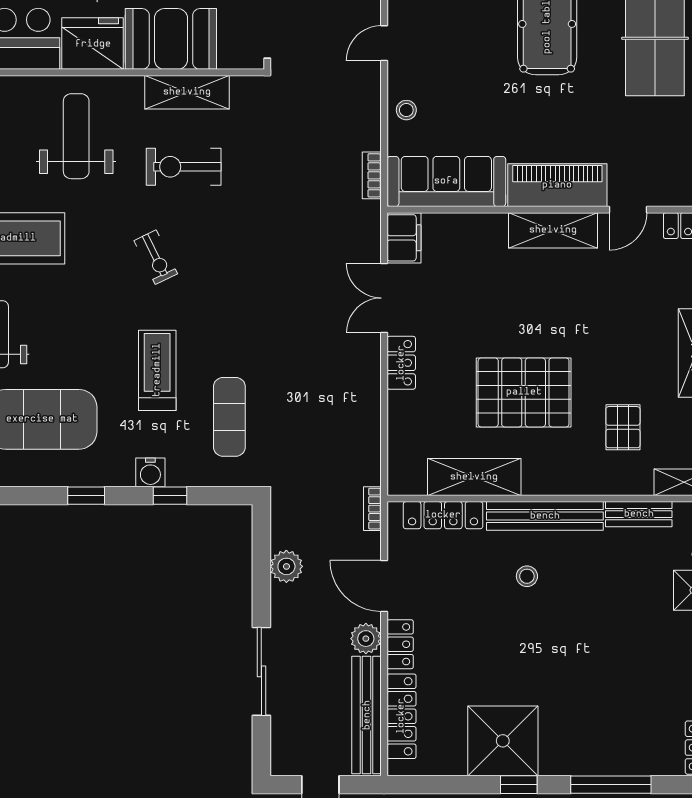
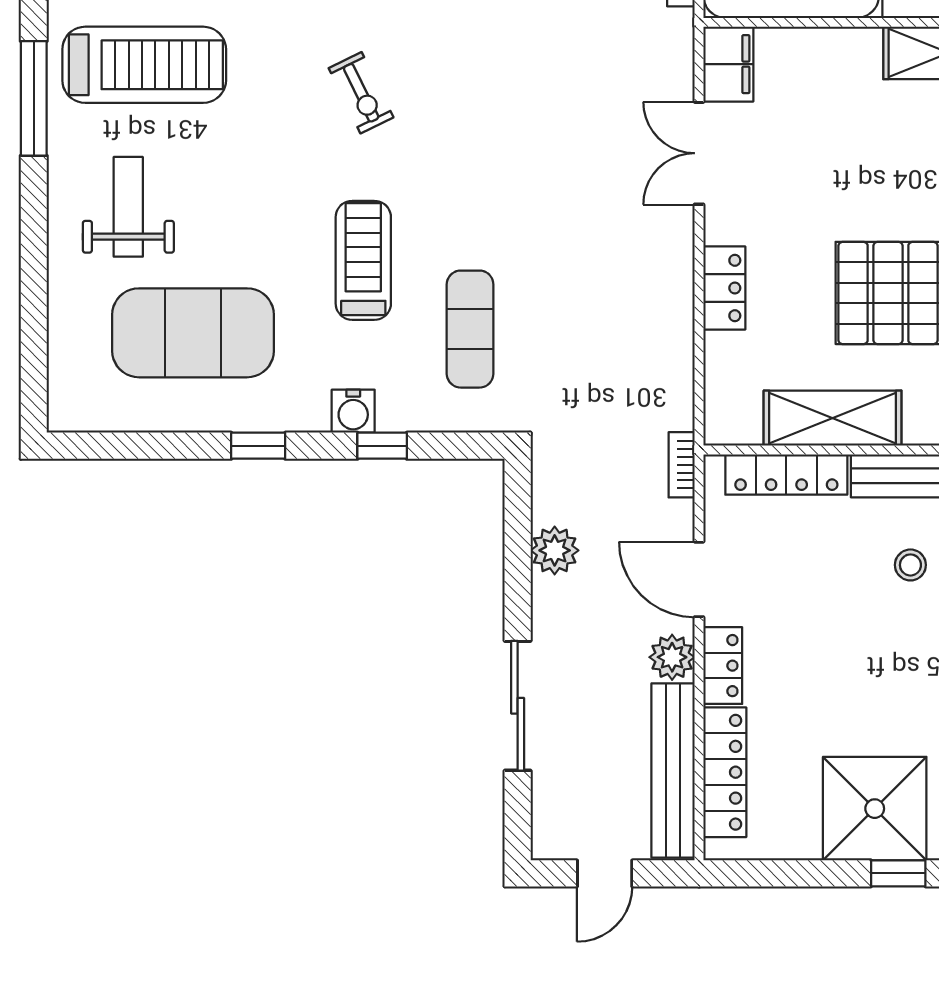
locker: (401, 363) -> (724, 288), moved

